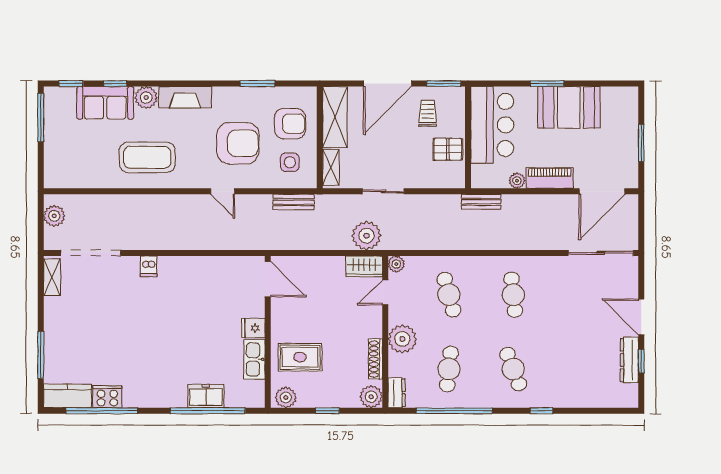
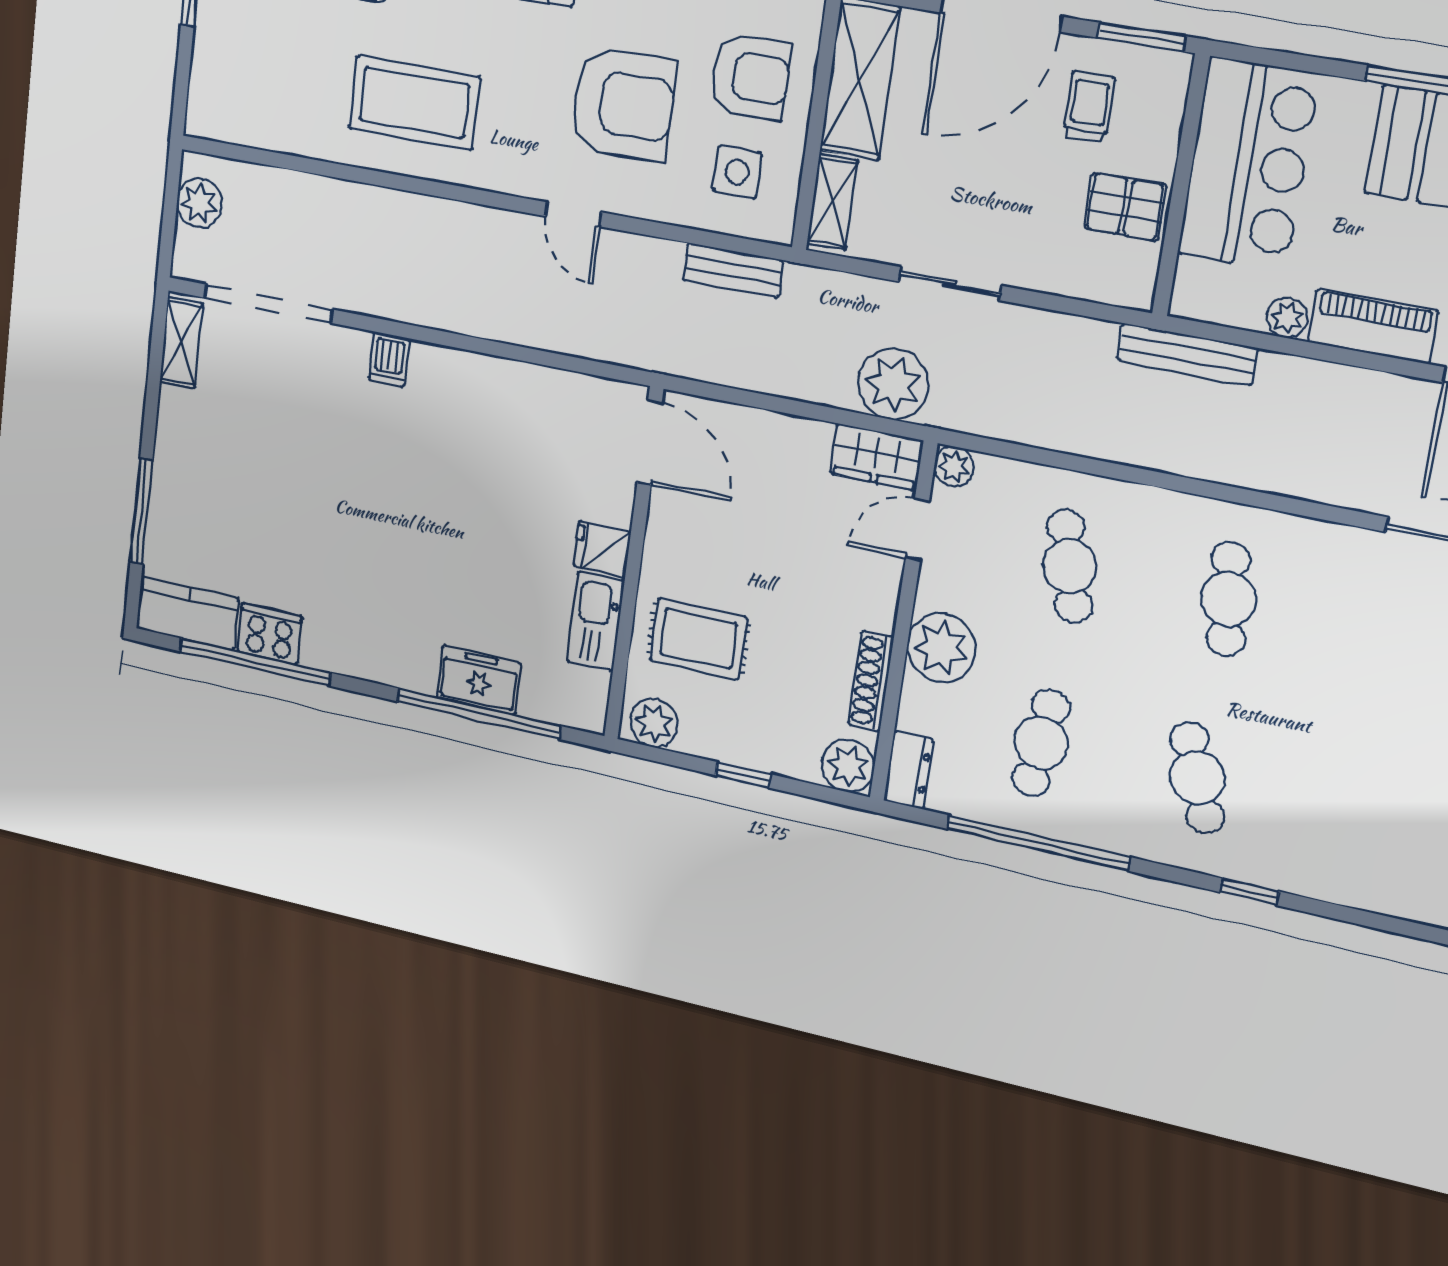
bench: (481, 202) -> (1187, 354), width x1.36

